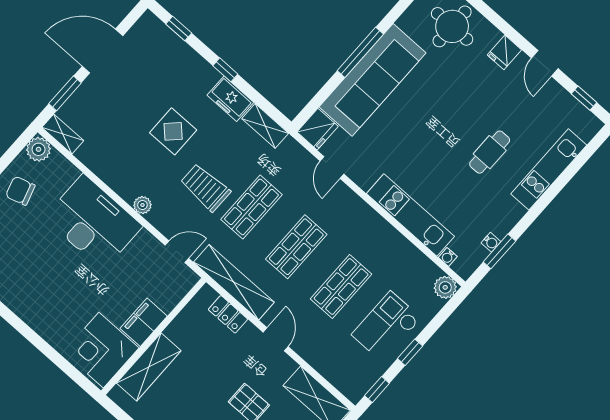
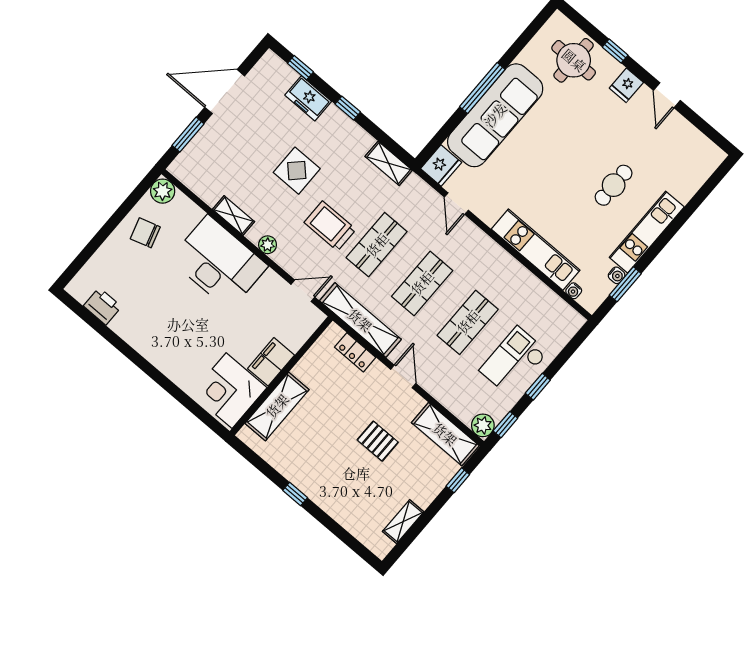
window: (584, 98) -> (615, 51), moved
freezer: (230, 99) -> (308, 98), moved
shelving: (63, 134) -> (233, 215), moved
kitchen unit: (549, 169) -> (647, 232), moved
plant: (445, 287) -> (483, 425), moved

